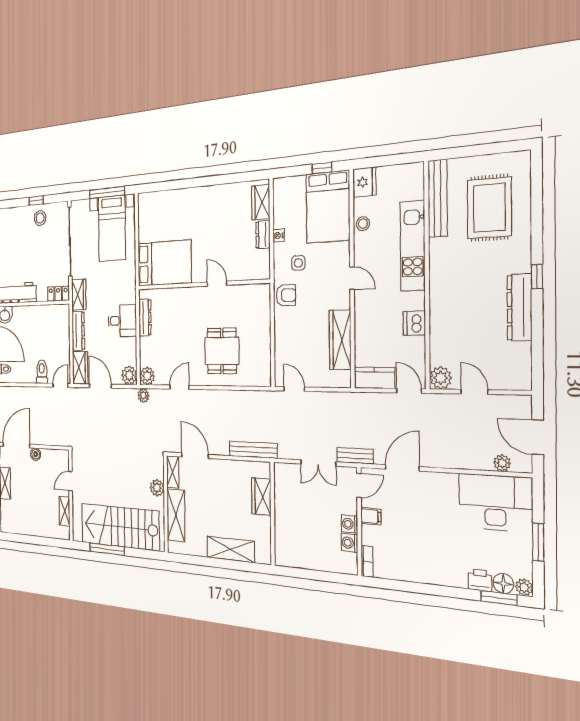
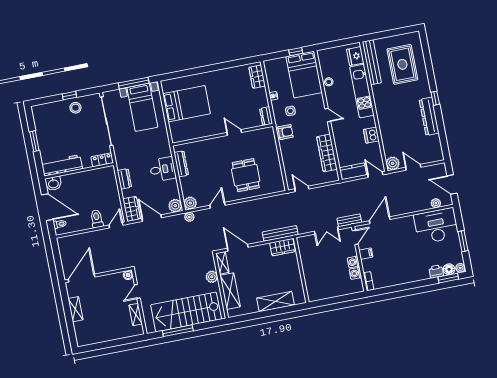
fridge: (364, 182) -> (355, 56), moved, turned 180
dresser: (263, 235) -> (266, 116), moved
bed: (164, 263) -> (186, 104), moved
wardrobe: (79, 295) -> (121, 157), removed
dresser: (78, 331) -> (124, 179), width x0.70
boiler: (36, 454) -> (128, 275), moved
wardrobe: (261, 497) -> (282, 247), moved, turned -90

